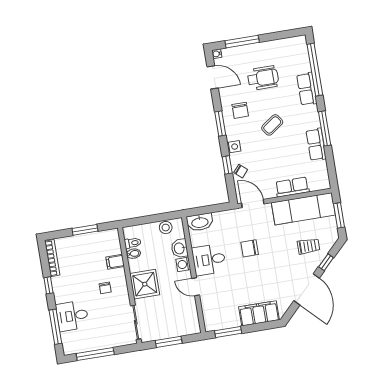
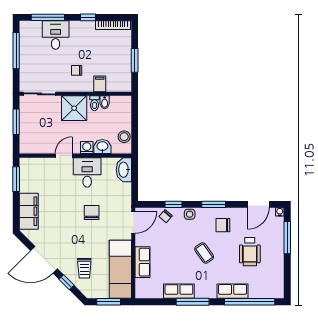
toilet: (133, 243) -> (94, 103), moved

